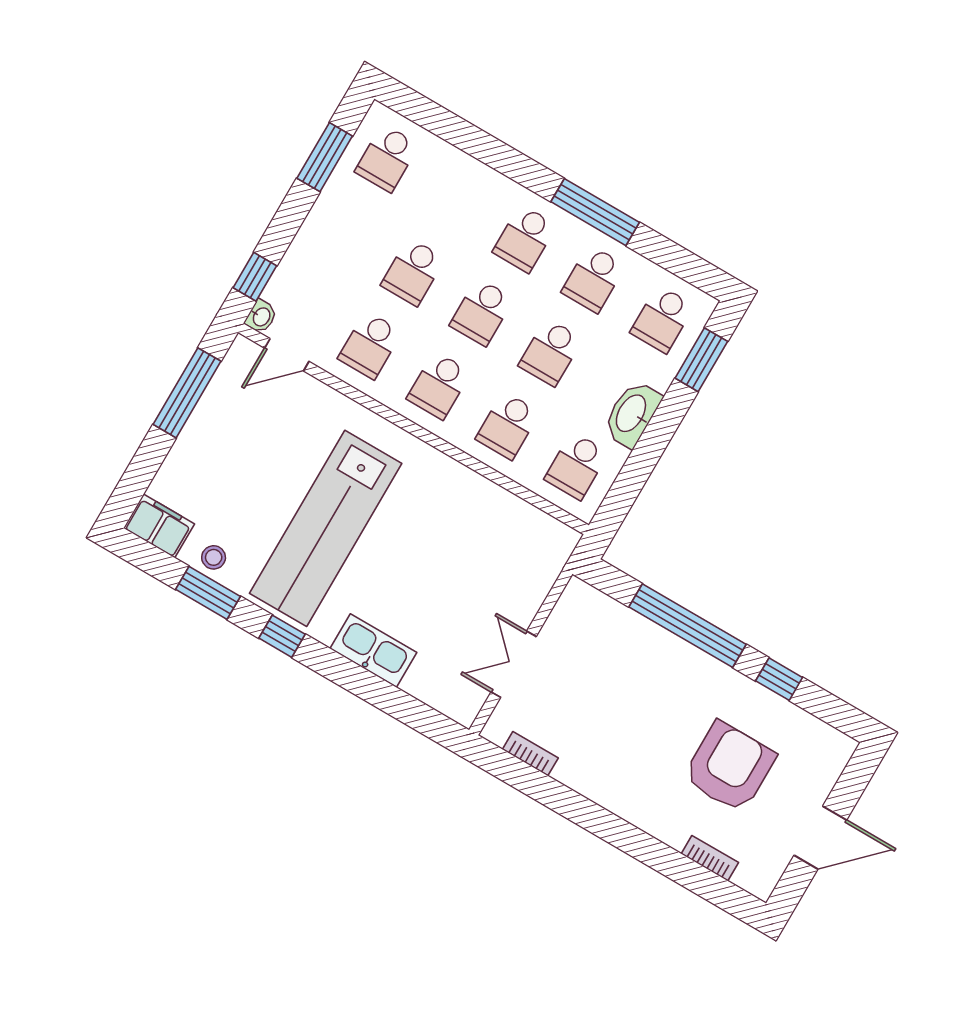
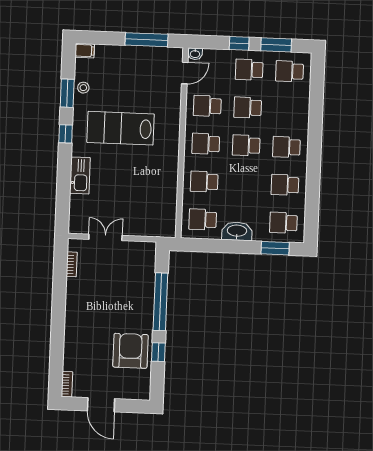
window: (595, 212) -> (313, 171), removed
window: (255, 277) -> (239, 43), moved
school desk: (550, 352) -> (249, 70), moved
door: (287, 355) -> (185, 73), swing flipped
filing cabinet: (159, 526) -> (85, 51), width x0.50
lab bench: (326, 528) -> (121, 128), width x0.73
armchair: (729, 767) -> (130, 351), moved, turned -90
bookcase: (710, 858) -> (67, 384), moved

